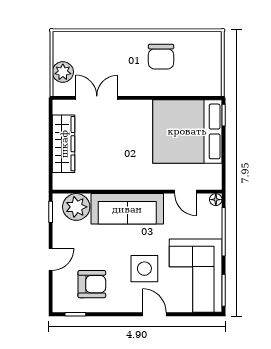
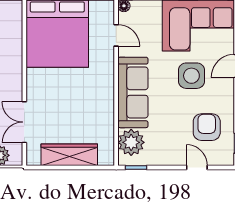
door: (186, 192) -> (116, 35), hinge flipped
door: (51, 259) -> (197, 167), moved

